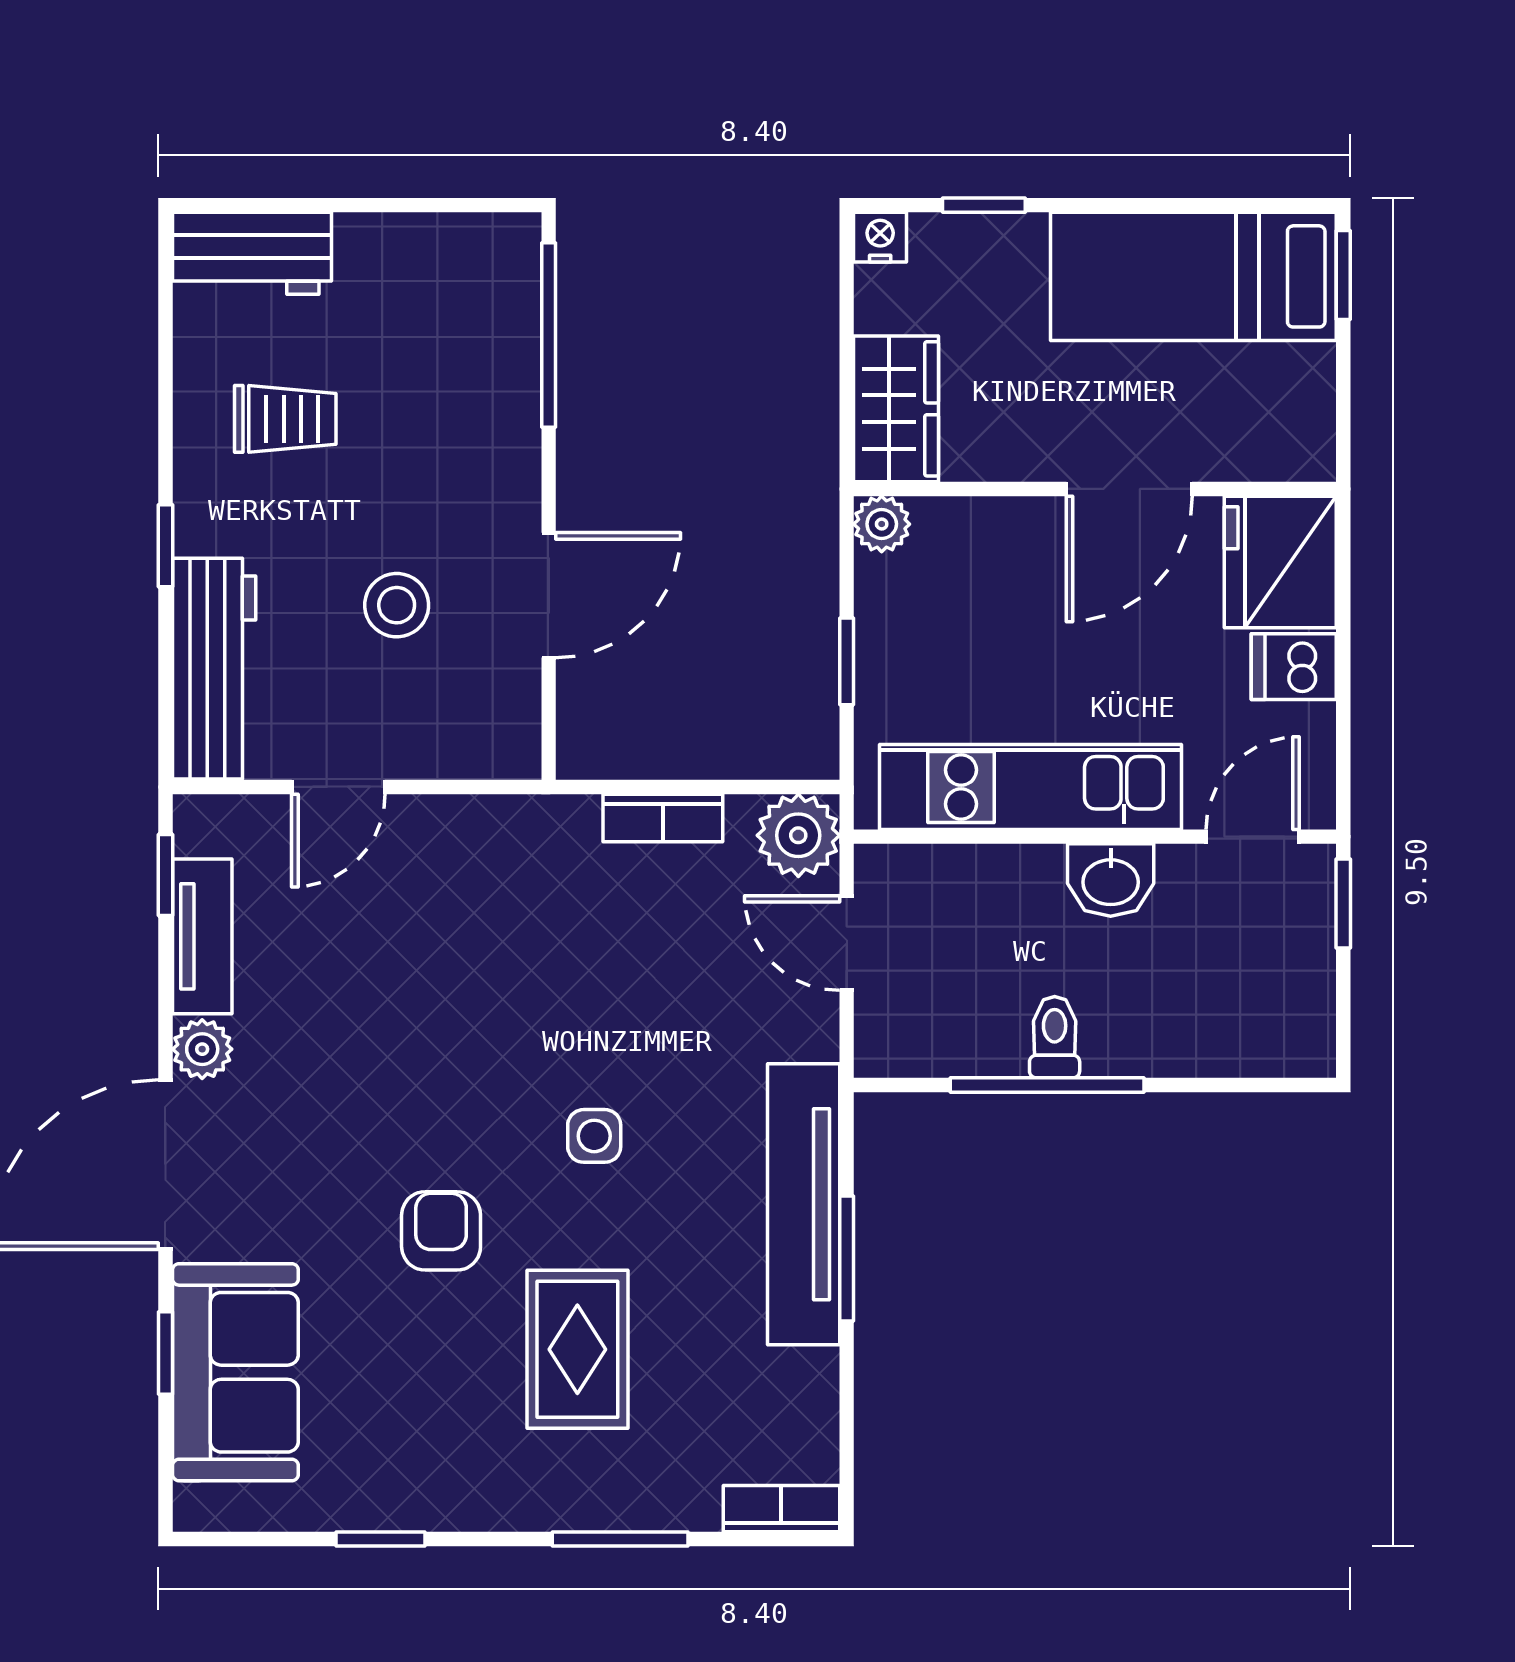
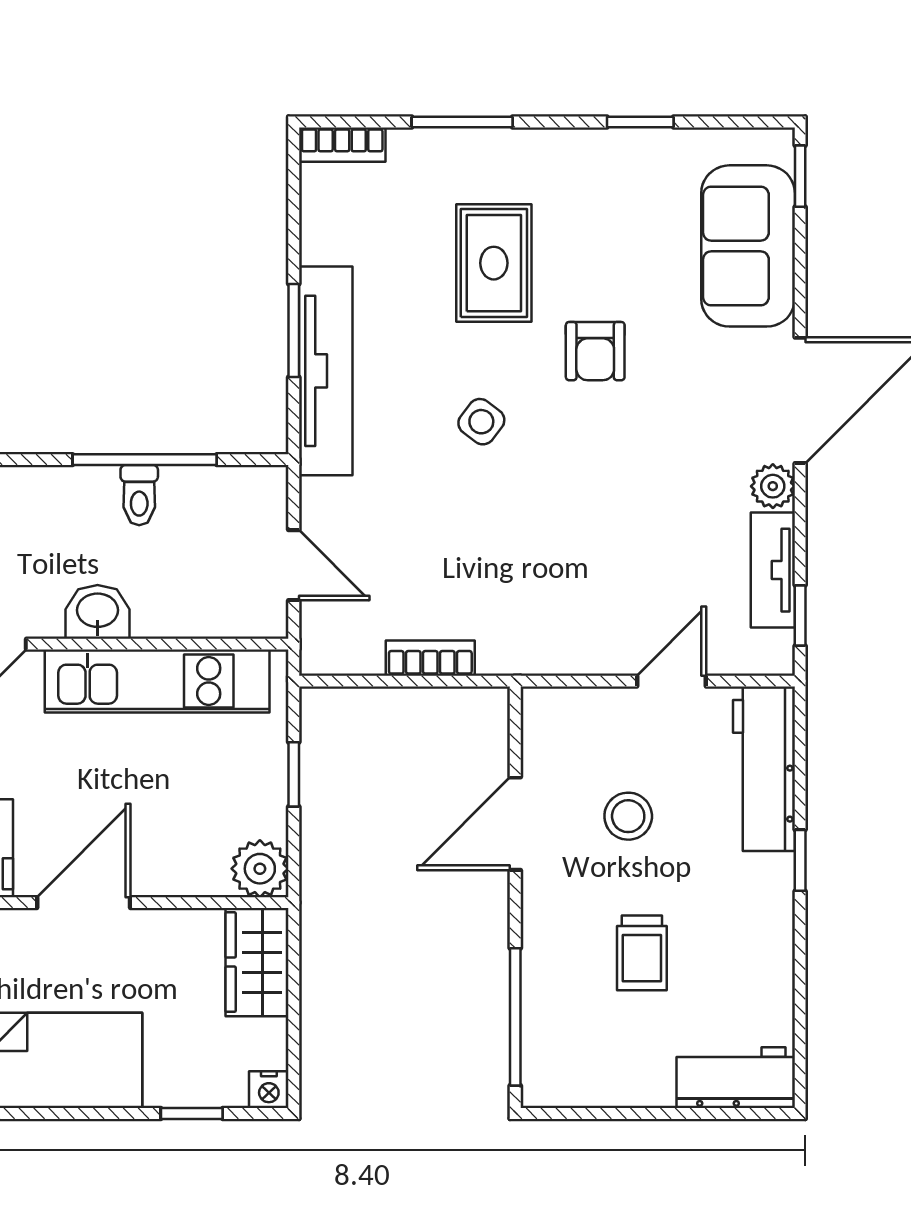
trolley: (285, 419) -> (642, 953), moved, turned -90
plant: (882, 524) -> (260, 869), width x1.38, depth x1.38
plant: (798, 835) -> (330, 645), removed
side table: (594, 1136) -> (481, 422), turned 37
window: (165, 1353) -> (800, 176), moved

